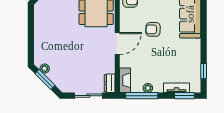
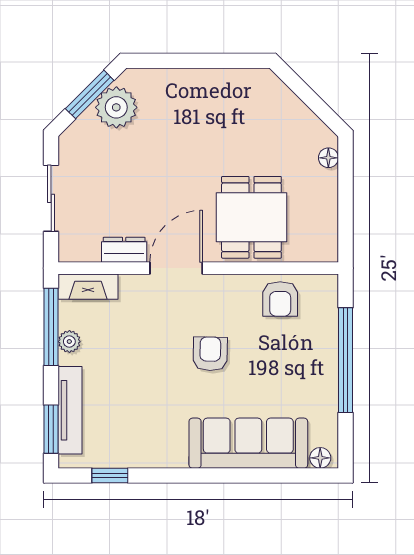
door: (117, 44) -> (176, 268), swing flipped
plant: (45, 69) -> (116, 107), width x1.87, depth x1.87
dresser: (110, 83) -> (124, 250), moved
tv unit: (176, 88) -> (70, 410), width x1.41

